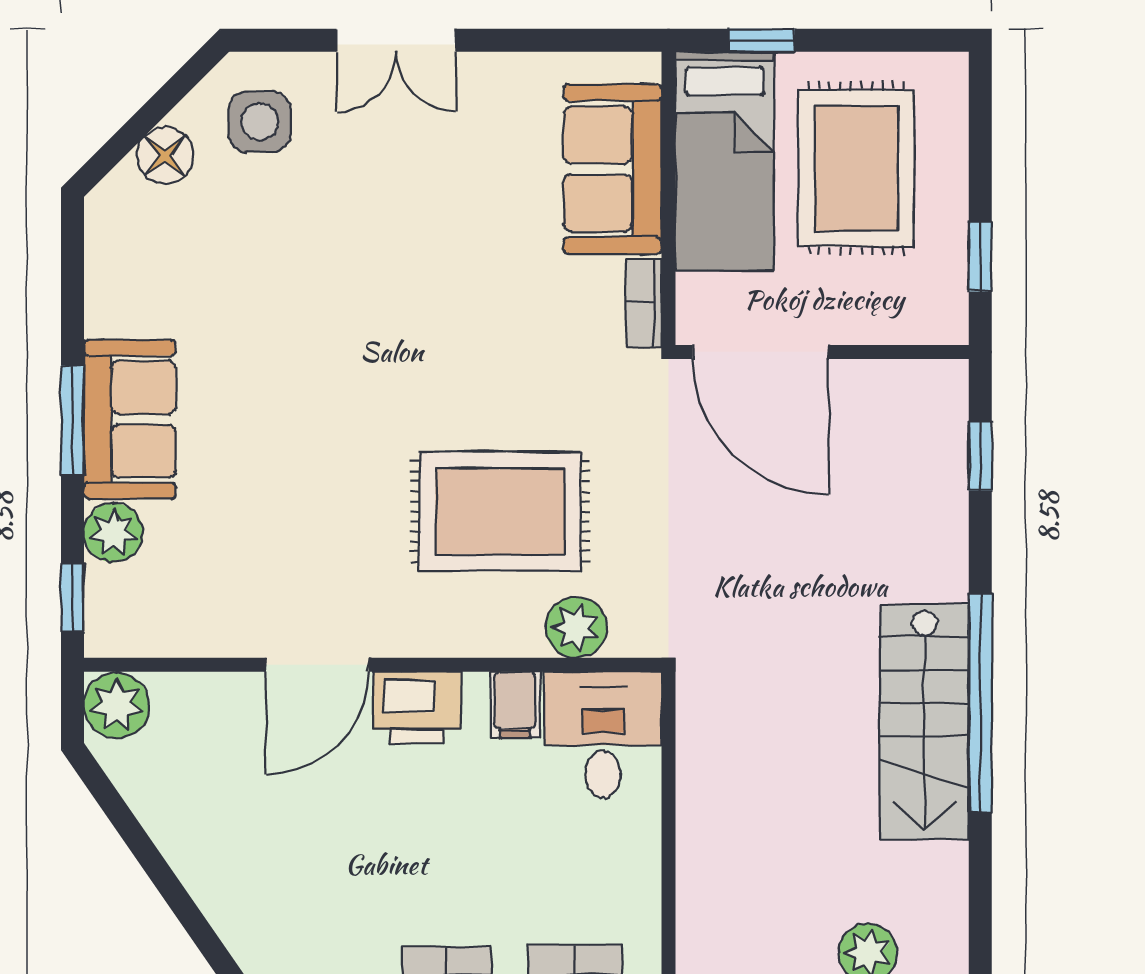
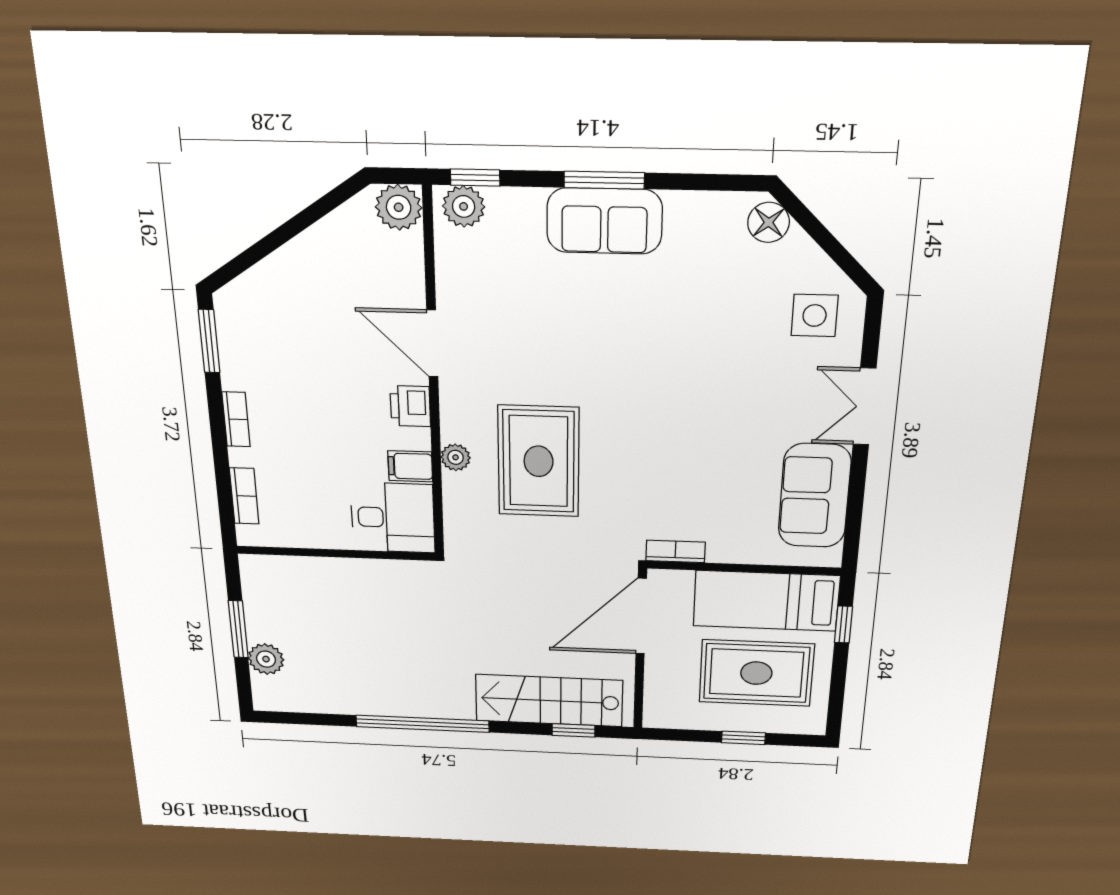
floor lamp: (165, 156) -> (769, 222), moved
sofa: (613, 169) -> (815, 496), moved, turned -90
window: (980, 257) -> (743, 738), moved
plant: (113, 533) -> (464, 206), moved
plant: (576, 627) -> (456, 457), moved, width x0.73, depth x0.73
printer: (417, 708) -> (410, 406), width x0.73, depth x0.81
stairs: (924, 722) -> (549, 701), moved

